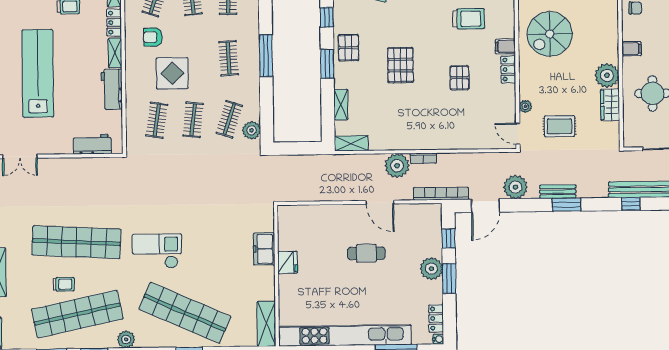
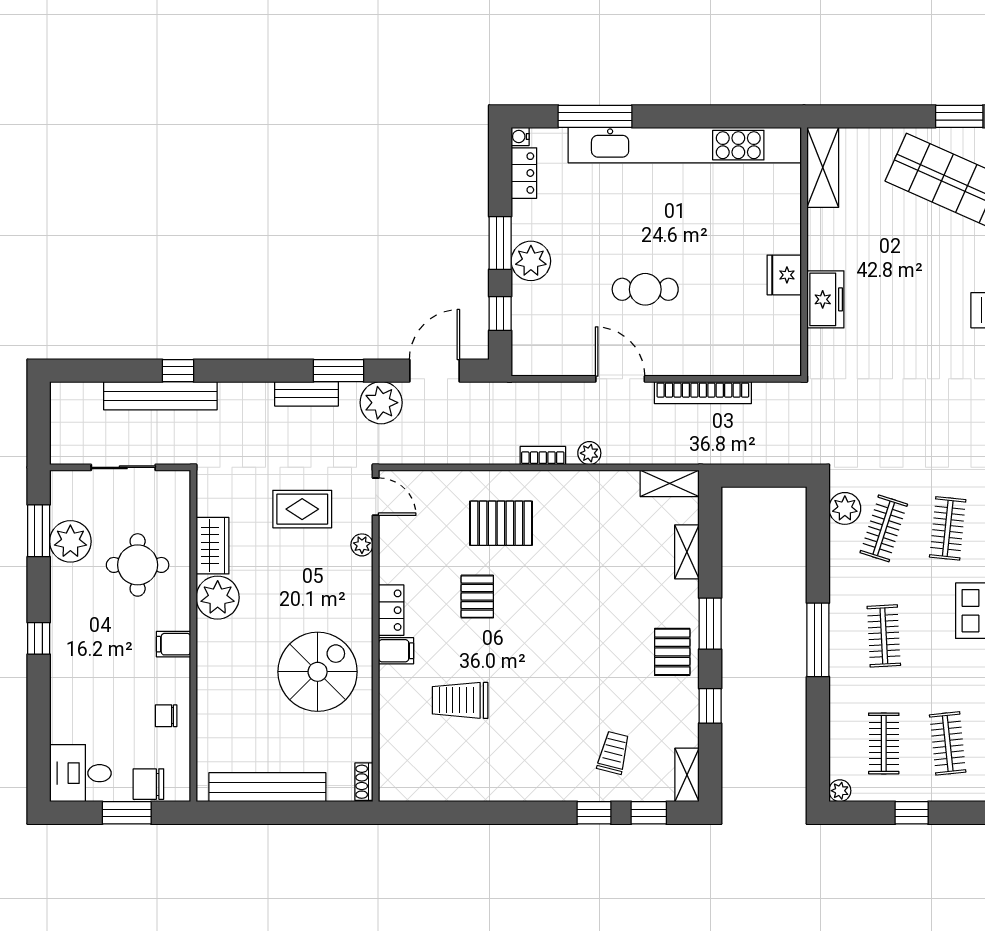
pallet: (400, 65) -> (501, 523), moved, turned 90
plant: (397, 166) -> (589, 453), width x0.53, depth x0.53
bookcase: (441, 194) -> (703, 393), moved
window: (567, 205) -> (339, 371), moved

